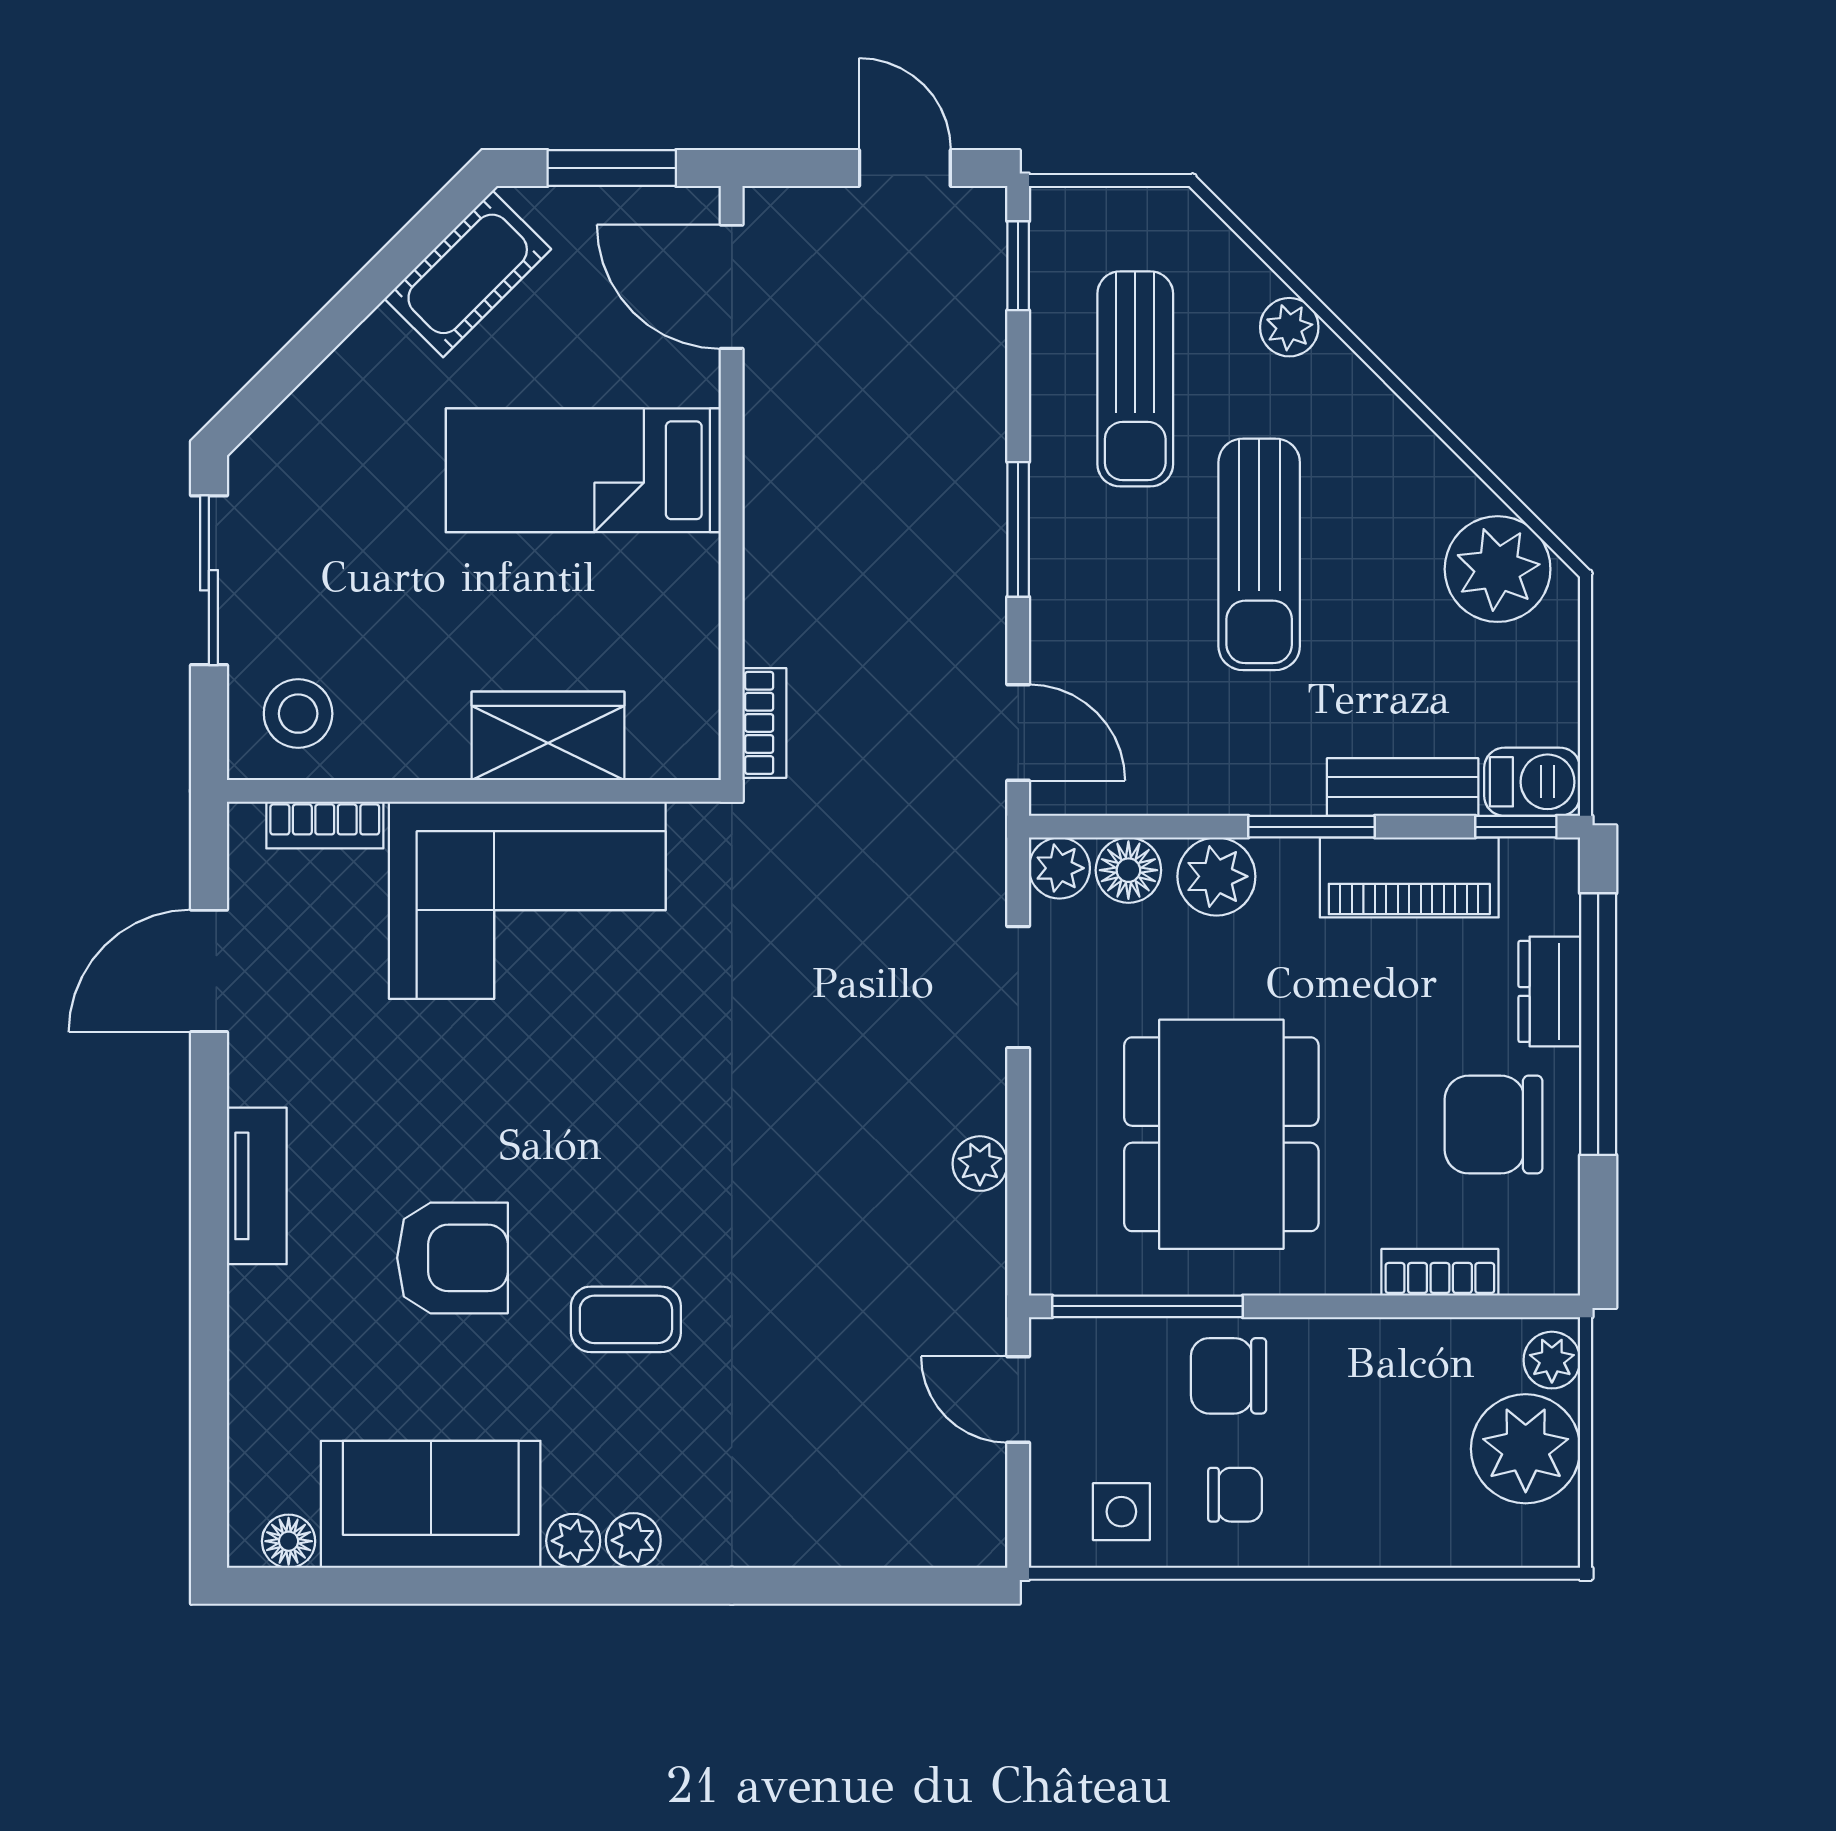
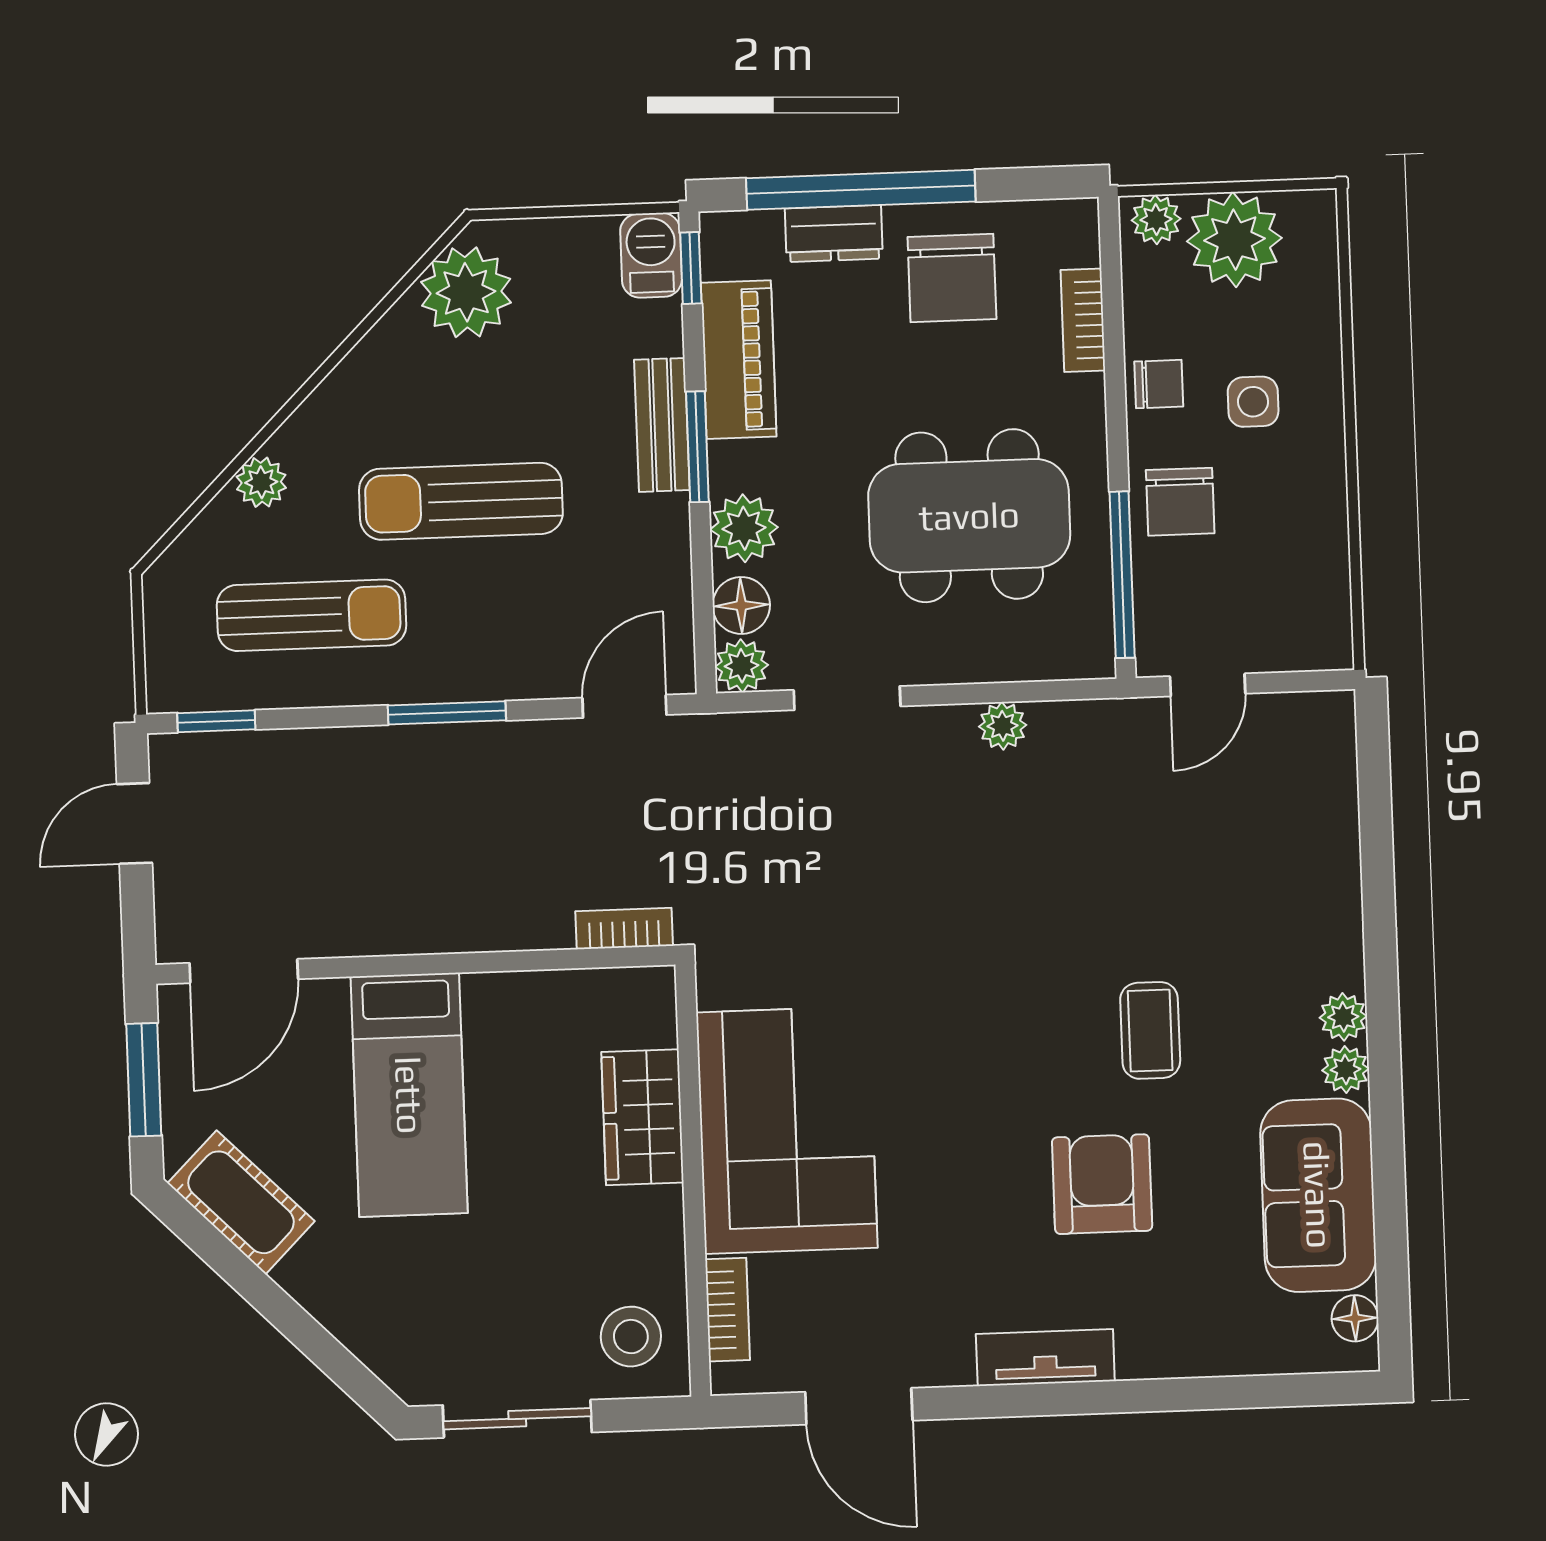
sun lounger: (1259, 554) -> (461, 501), turned 180
bench: (1403, 787) -> (662, 425), moved
chair: (1235, 1495) -> (1159, 384), moved, turned 90
side table: (1121, 1512) -> (1253, 402), moved

